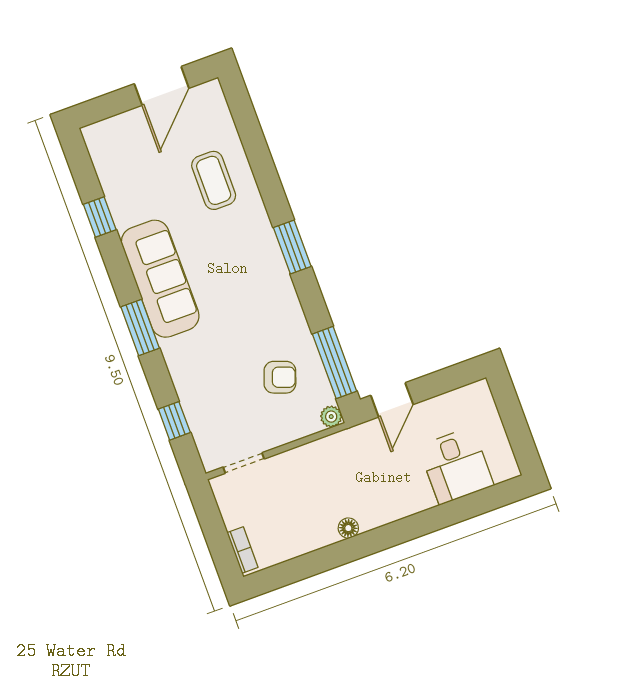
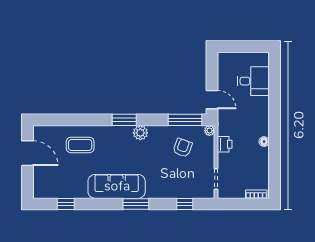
window: (100, 217) -> (66, 204), moved
plant: (279, 286) -> (140, 133), added
printer: (316, 455) -> (225, 144), added

